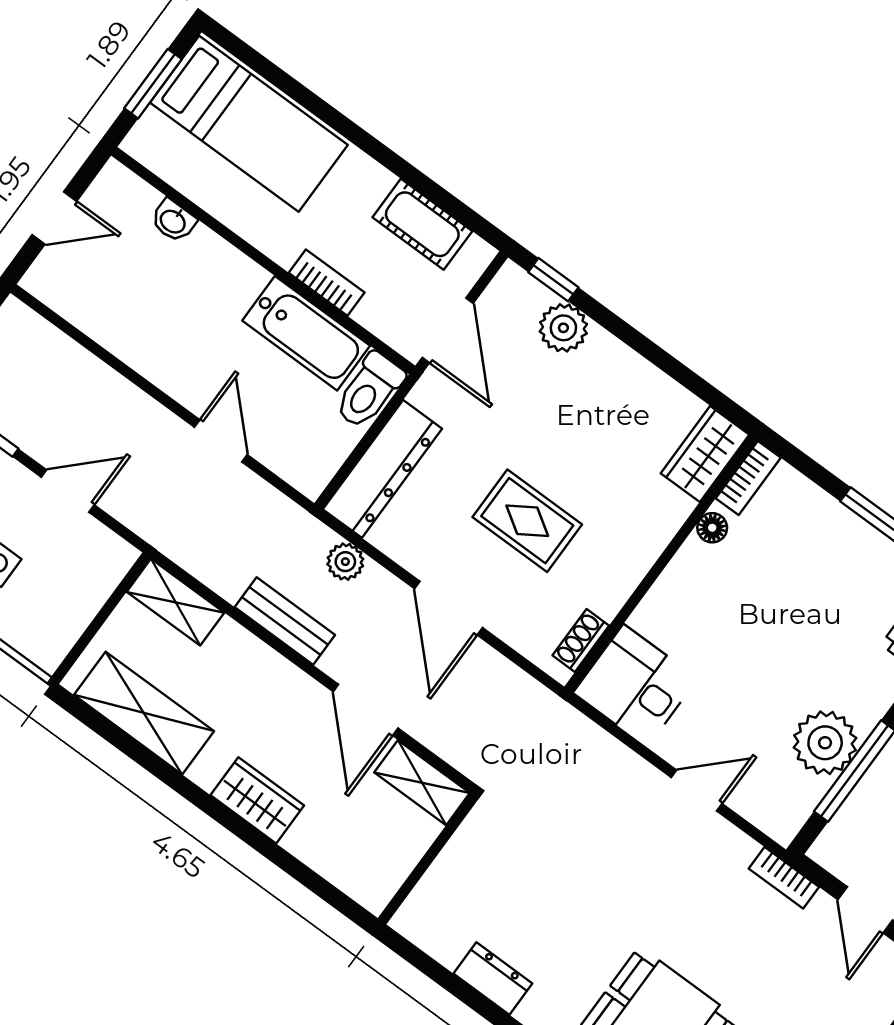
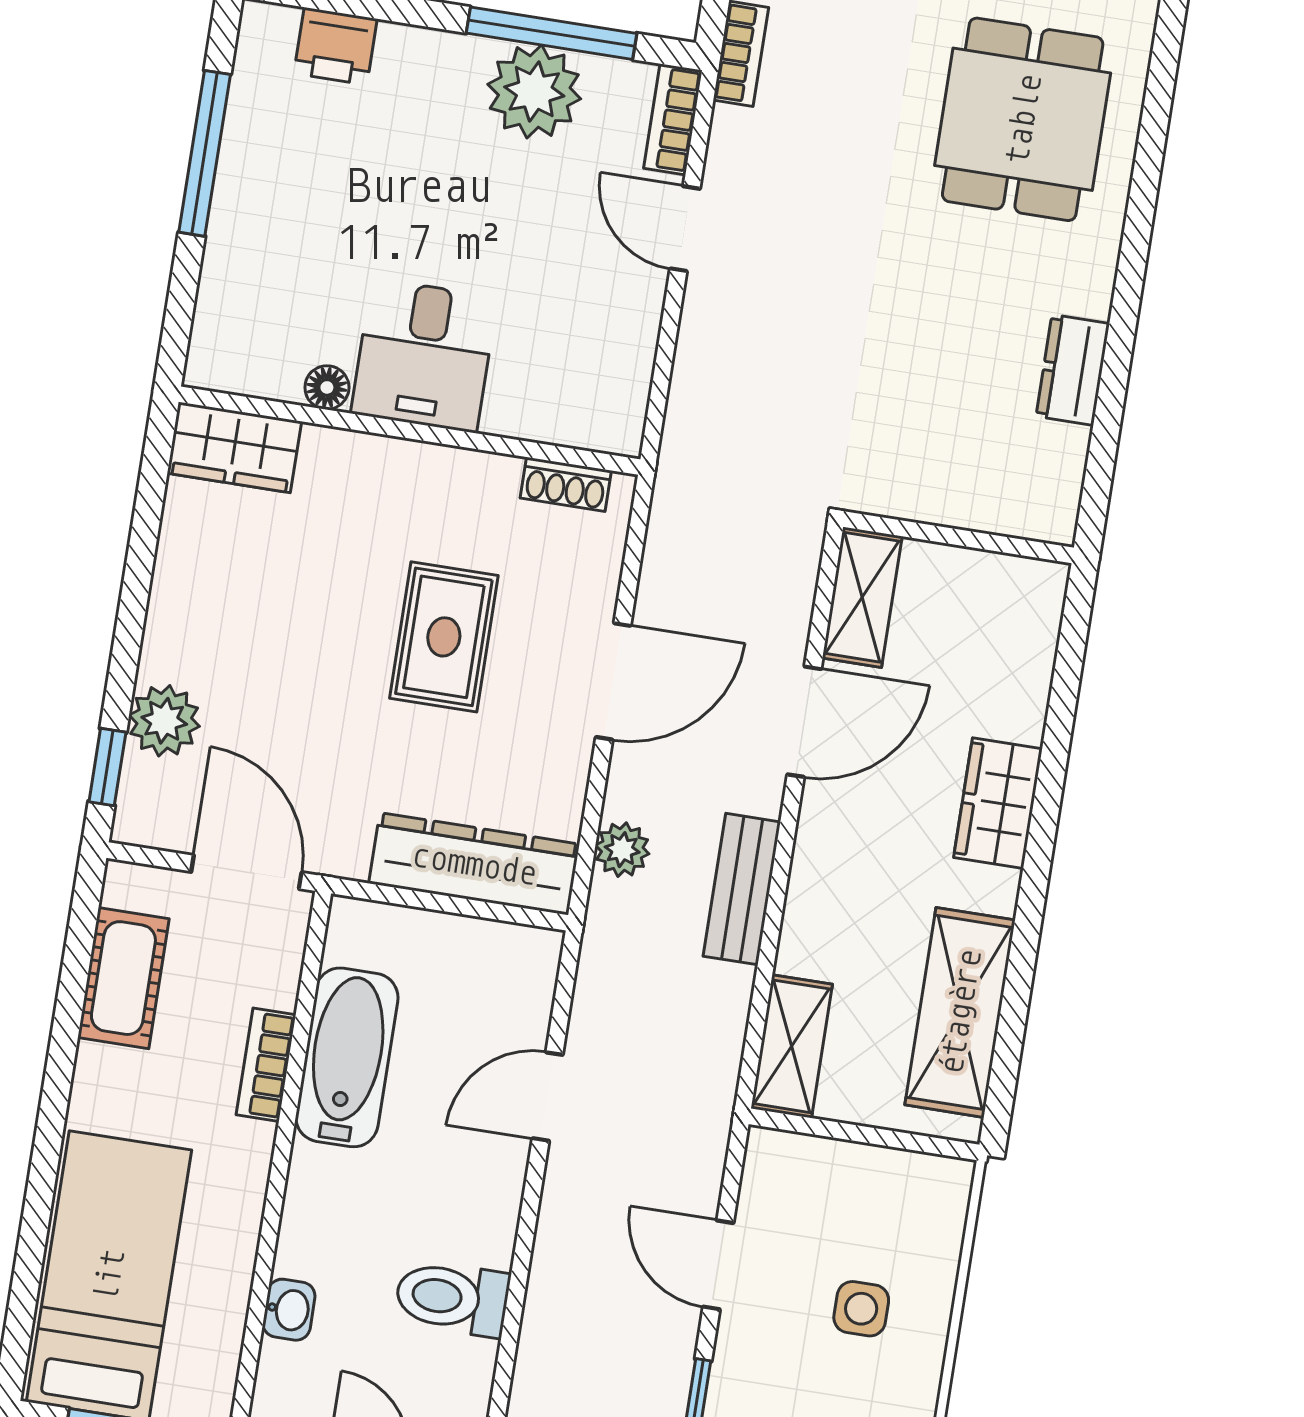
door: (448, 330) -> (246, 872), hinge flipped
toilet: (369, 391) -> (452, 1298), moved, turned 180
bookcase: (748, 478) -> (673, 119), moved, turned -90
desk: (635, 686) -> (424, 355), moved

